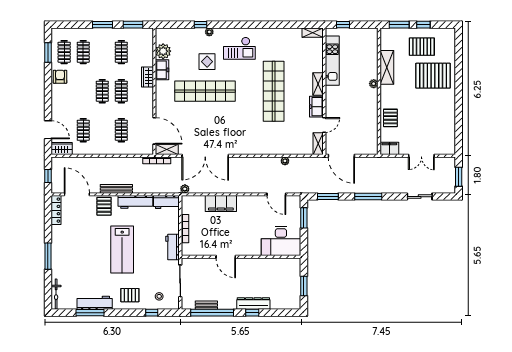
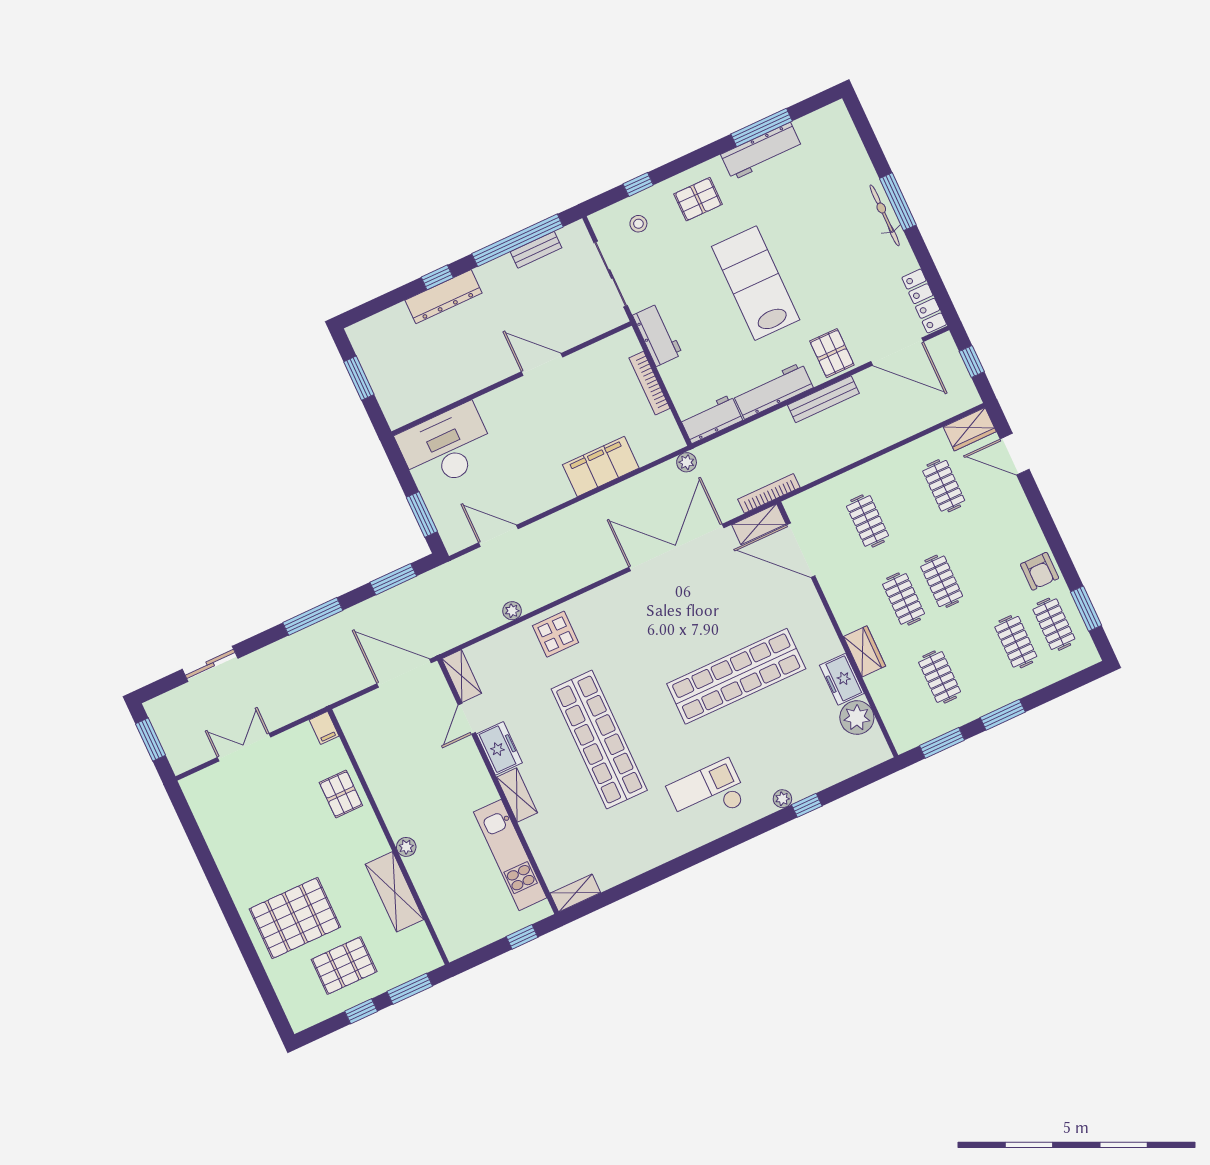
display table: (207, 62) -> (555, 634), moved
filing cabinet: (389, 148) -> (324, 728), width x0.50
bicycle: (56, 294) -> (885, 215), moved

